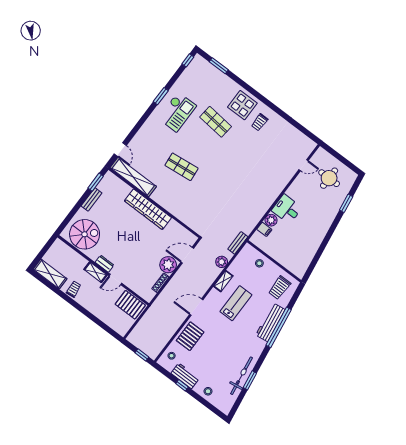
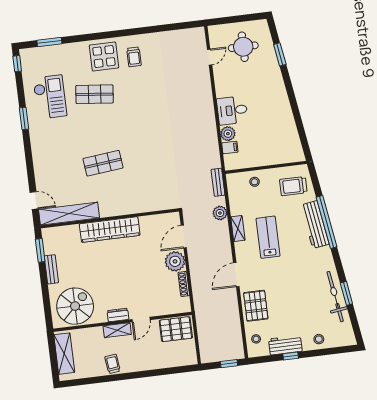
checkout: (177, 112) -> (50, 97), moved
shelving: (50, 274) -> (64, 354), moved, turned 90
trolley: (280, 288) -> (293, 186), turned 90

